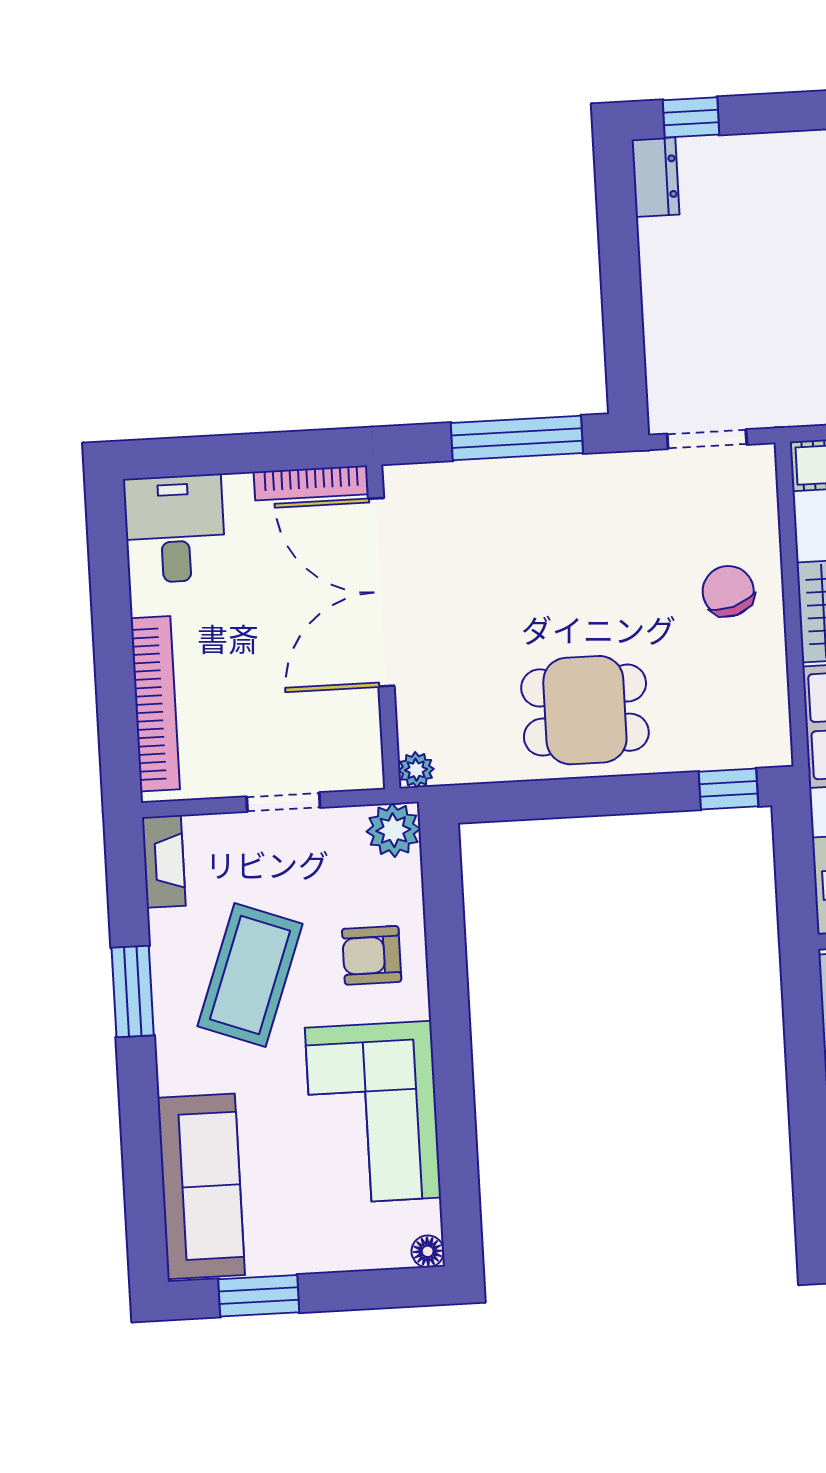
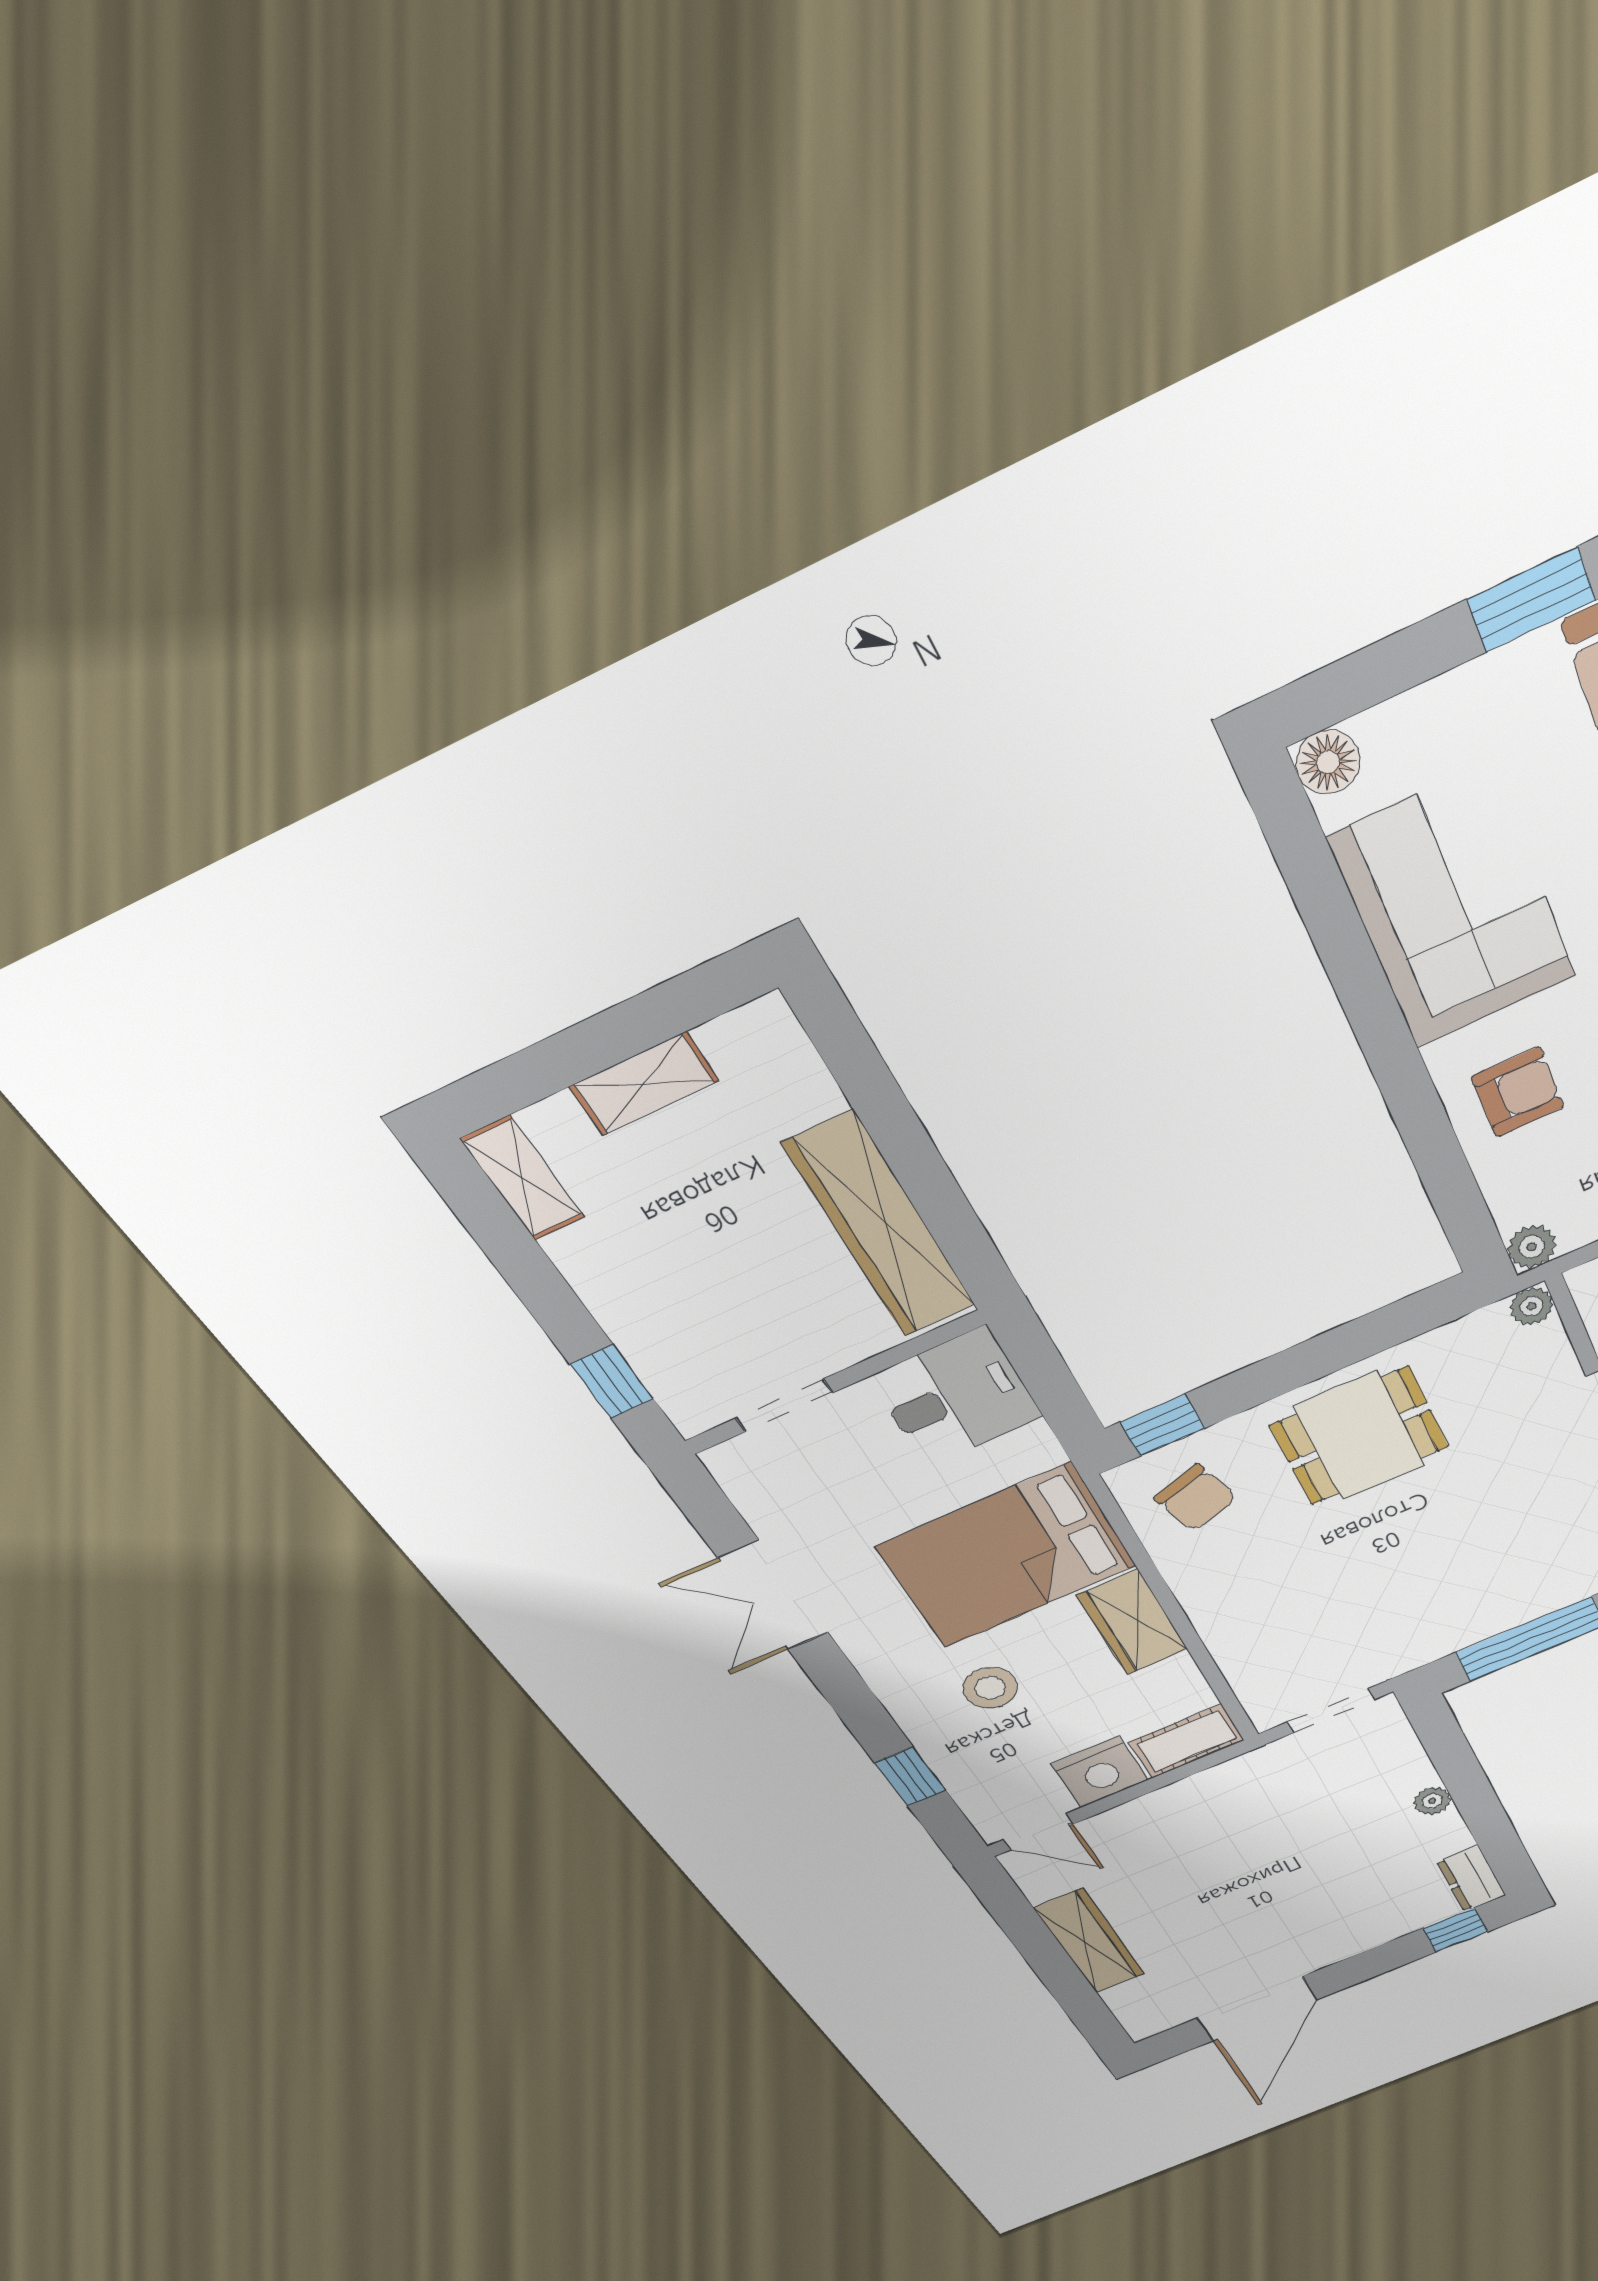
plant: (658, 292) -> (1432, 1801), added
chair: (728, 591) -> (1195, 1498), moved
plant: (393, 830) -> (1532, 1247), width x0.73, depth x0.73
floor lamp: (428, 1251) -> (1328, 762), width x1.37, depth x1.37

